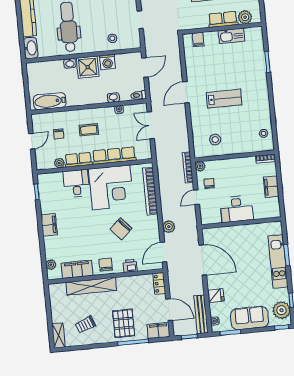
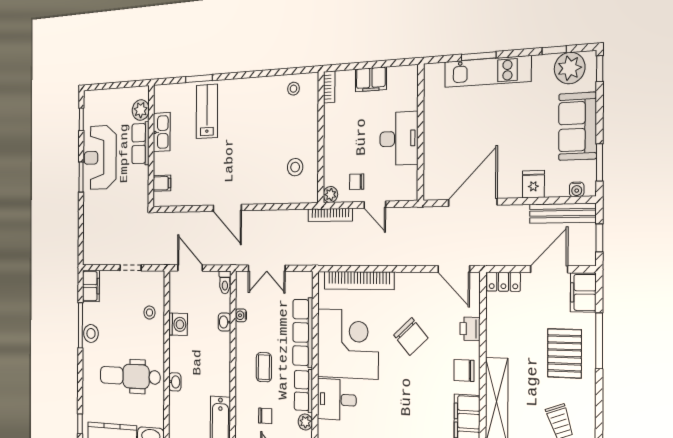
shower: (88, 67) -> (182, 356), removed
lab bench: (224, 99) -> (207, 111), moved
plant: (169, 227) -> (415, 255), removed
pallet: (124, 323) -> (564, 353), turned 90

